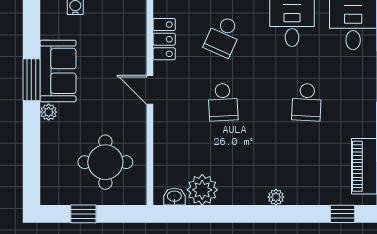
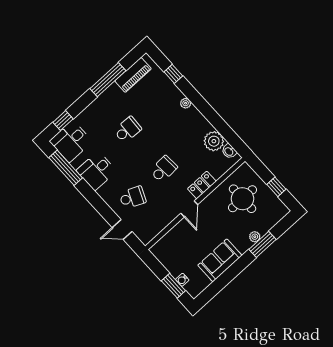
locker: (164, 39) -> (202, 185), moved
window: (31, 80) -> (262, 244), moved
plant: (49, 112) -> (255, 237), moved
window: (343, 214) -> (173, 74), moved

